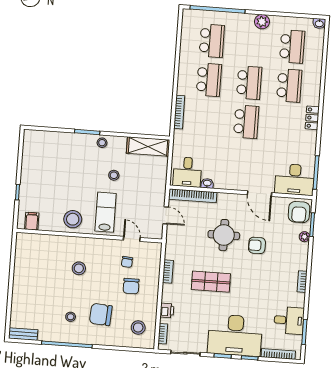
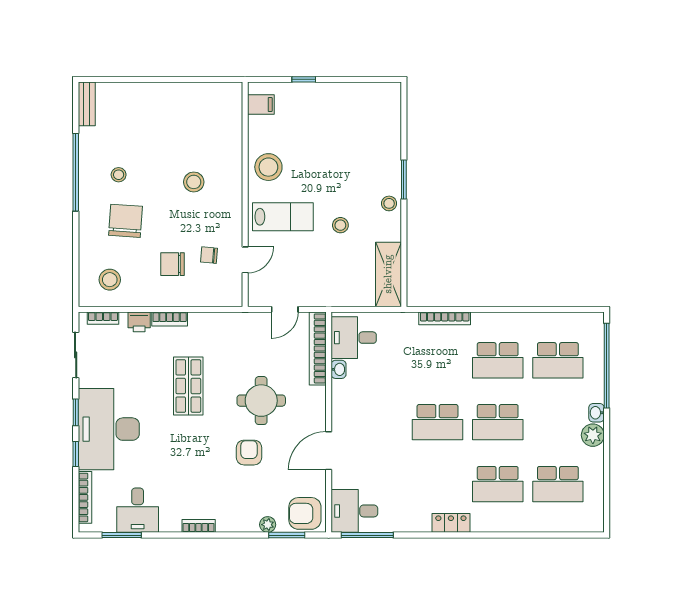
washbasin: (319, 23) -> (596, 413), moved
desk: (295, 179) -> (354, 511), width x0.73
bookcase: (168, 271) -> (170, 319), moved

